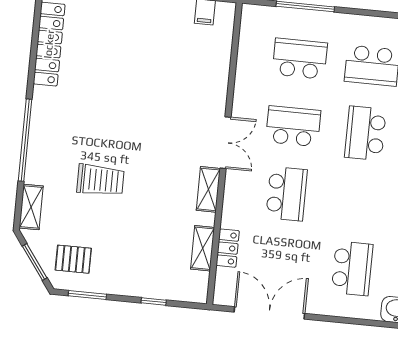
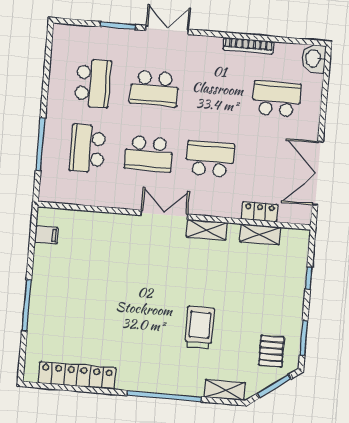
school desk: (293, 126) -> (149, 154), turned -90

